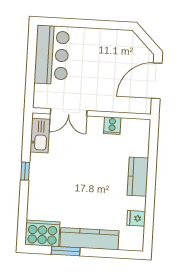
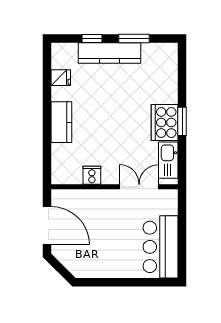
door: (157, 81) -> (47, 226), hinge flipped
window: (25, 171) -> (182, 121), width x1.50
cooker: (42, 233) -> (165, 122), moved, turned 90
window: (105, 253) -> (92, 39), added

